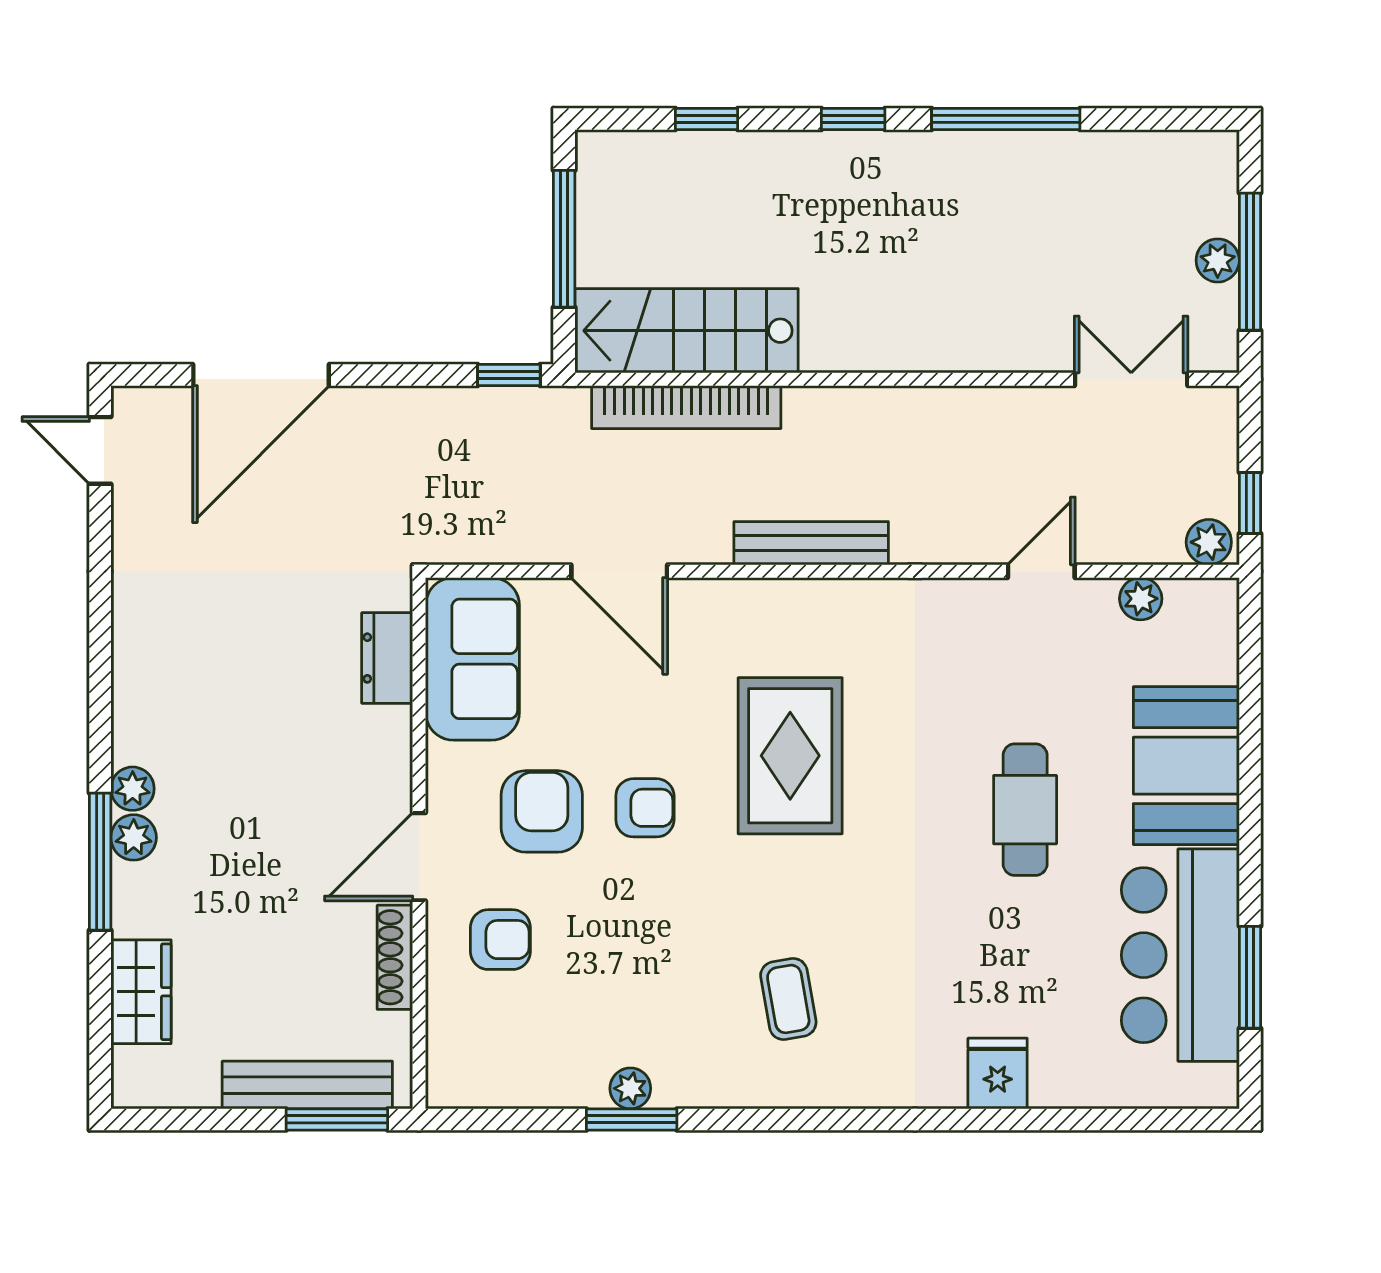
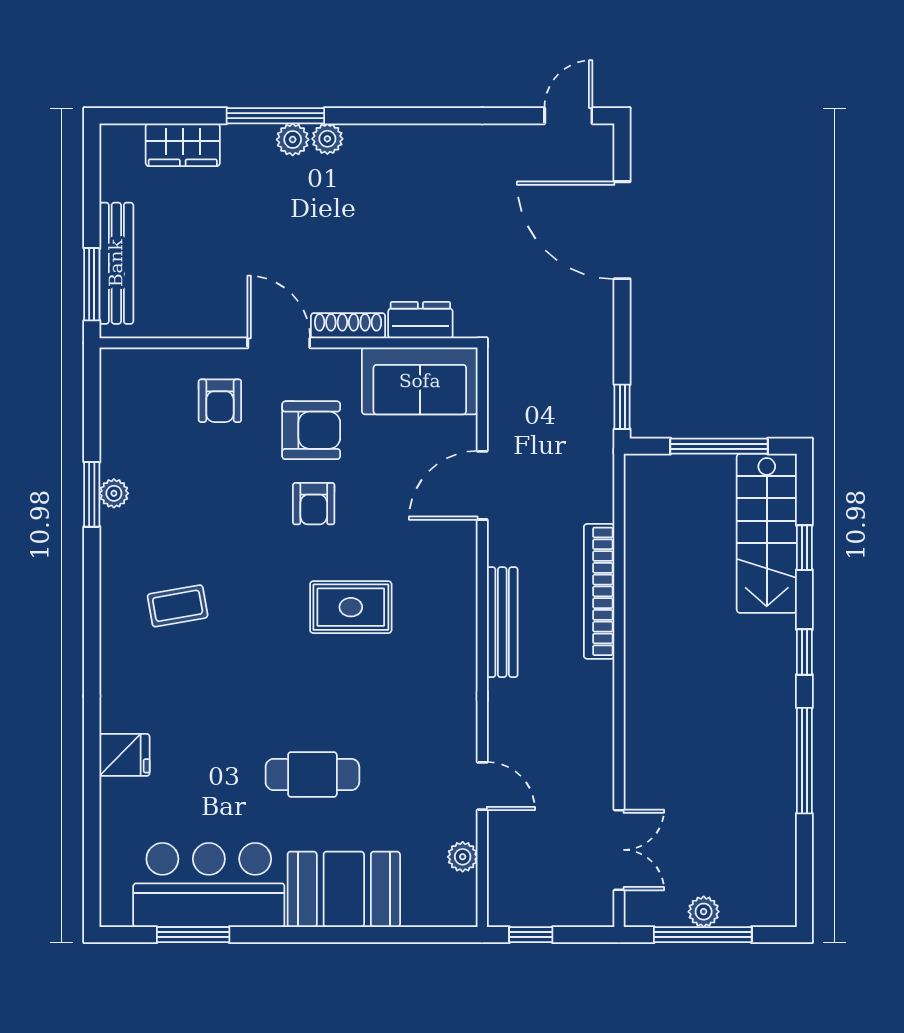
stairs: (686, 331) -> (767, 533), moved, turned 180
bookcase: (686, 407) -> (599, 591), moved
plant: (1209, 542) -> (503, 905), removed
rug: (790, 756) -> (351, 607), width x0.73, depth x0.70
shoe rack: (395, 957) -> (348, 326), moved

